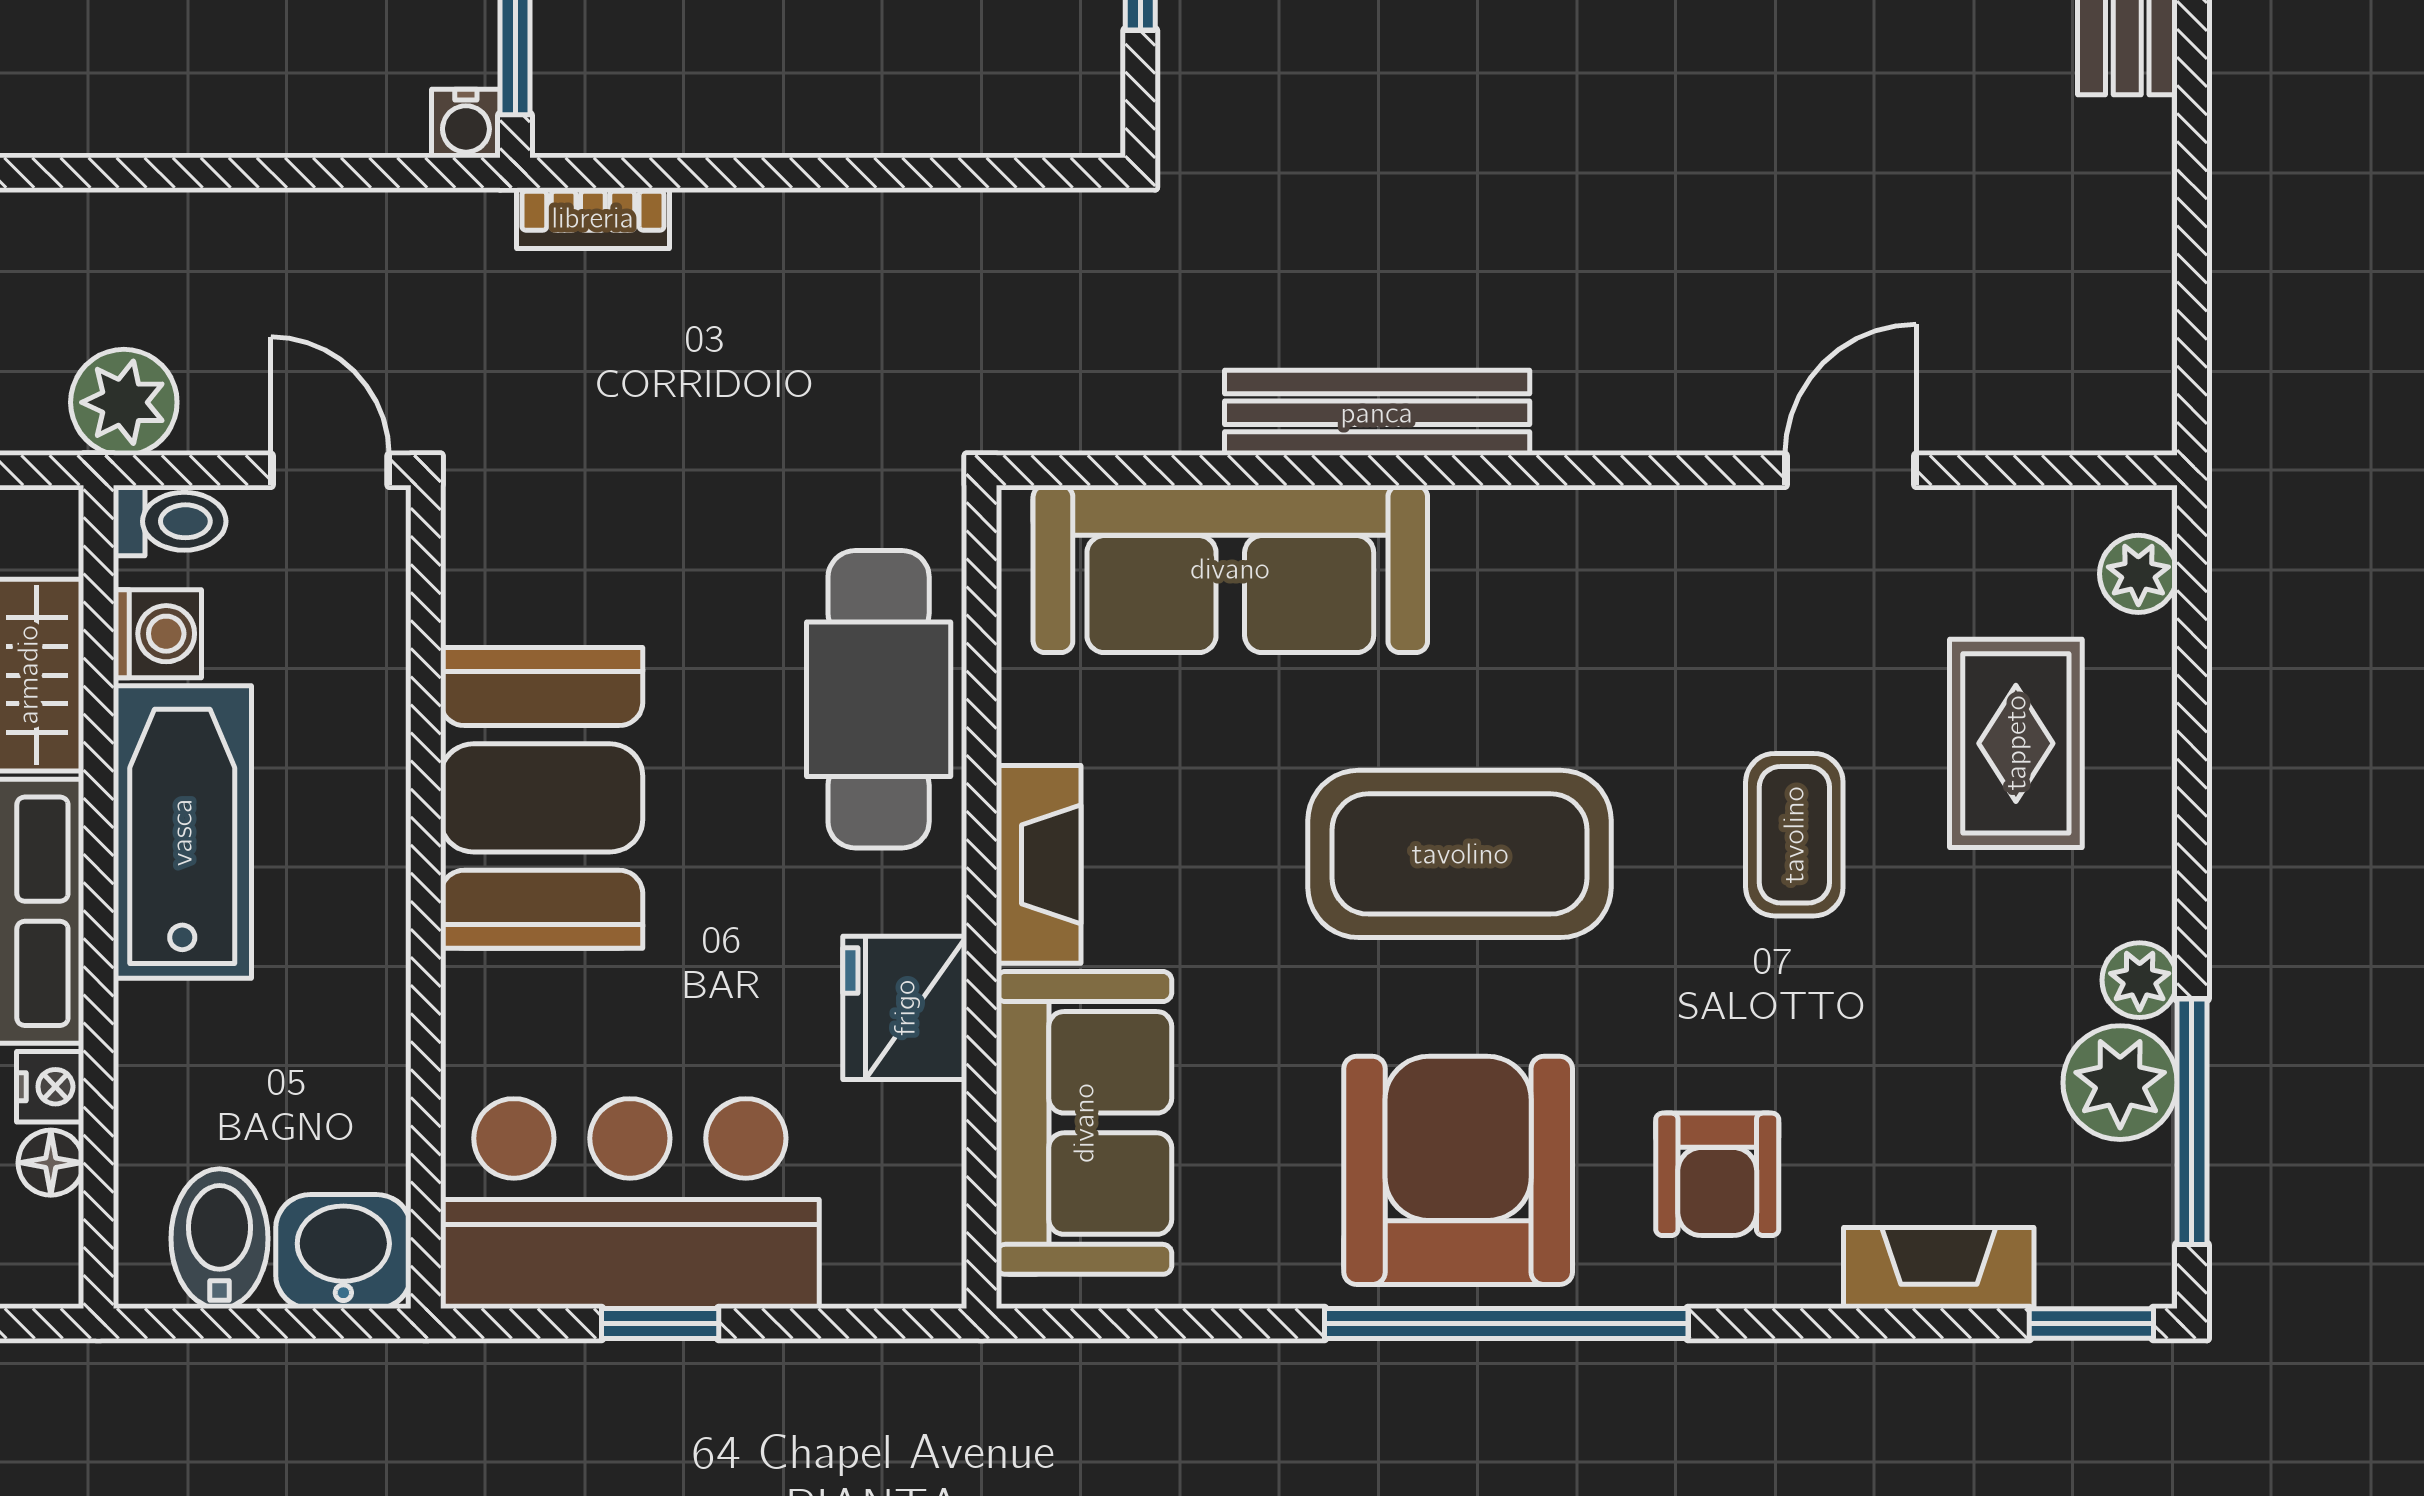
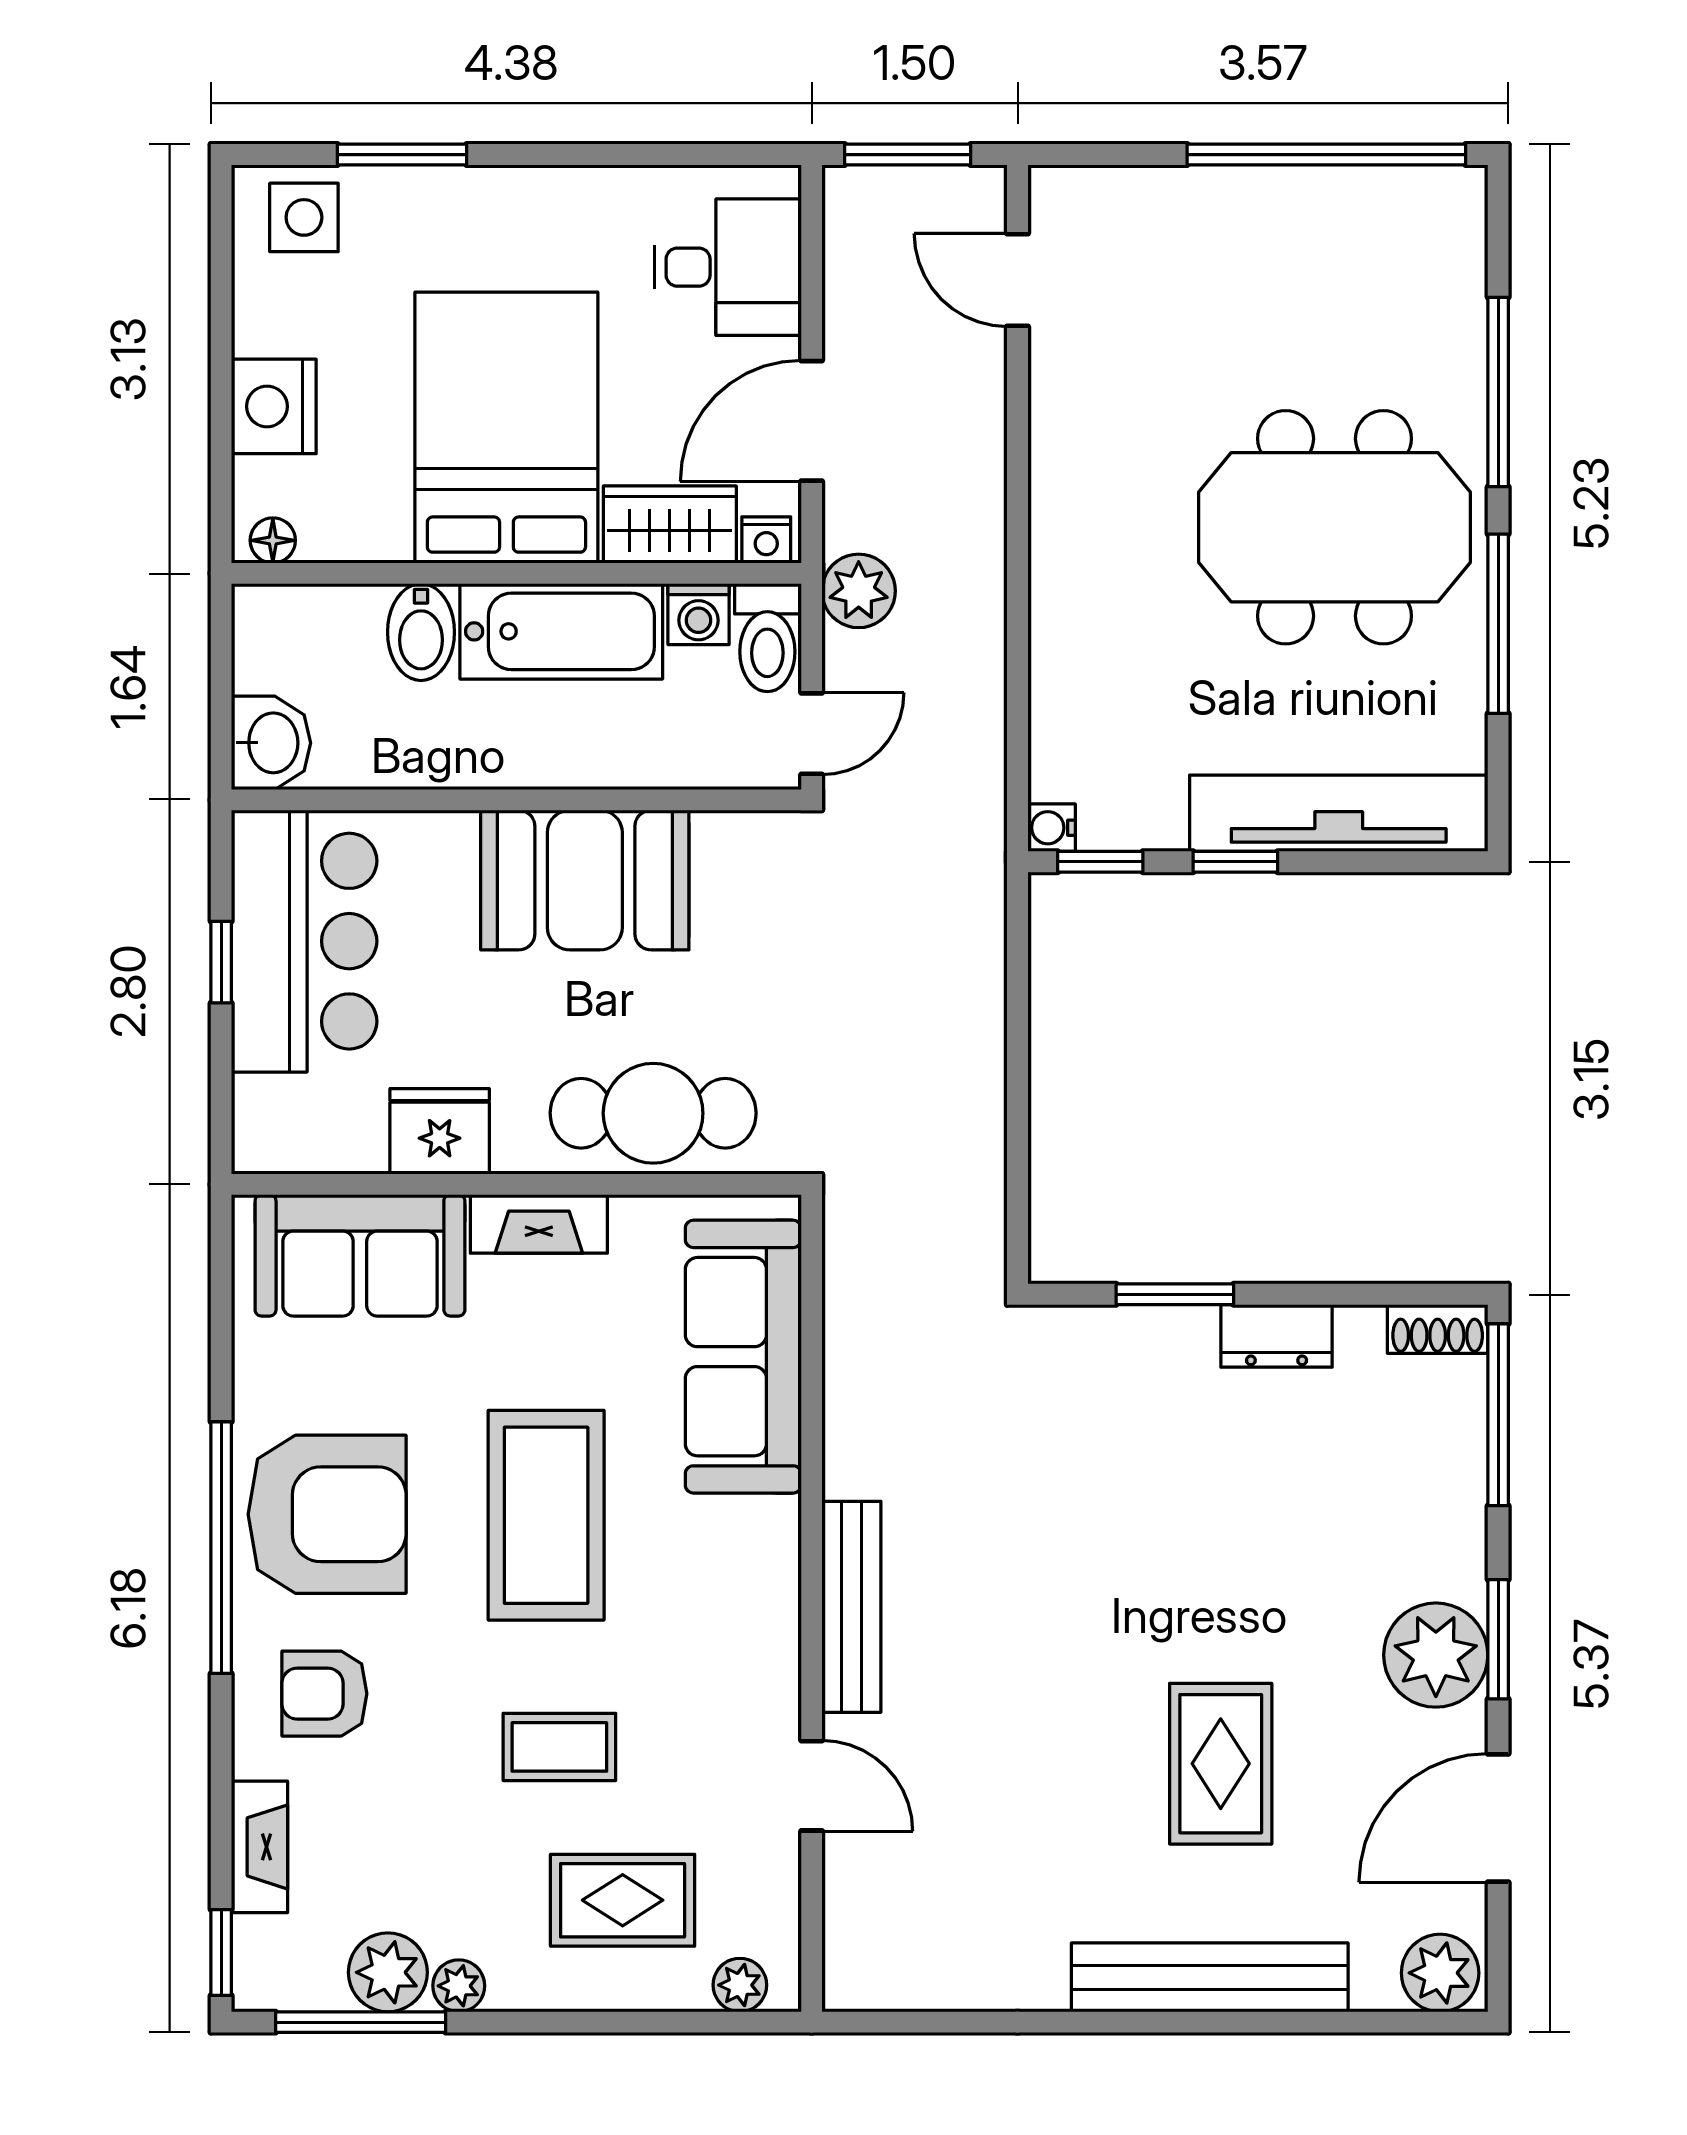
bookcase: (593, 218) -> (986, 916), removed
bench: (1377, 413) -> (851, 1607), moved
toilet: (170, 521) -> (767, 638), width x1.37, depth x1.39
nightstand: (50, 1087) -> (766, 540), moved
floor lamp: (51, 1163) -> (273, 540), moved
bidet: (219, 1239) -> (421, 632), moved, turned 90

